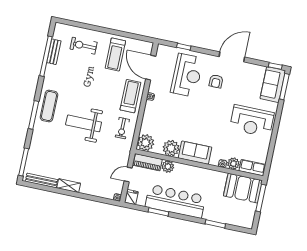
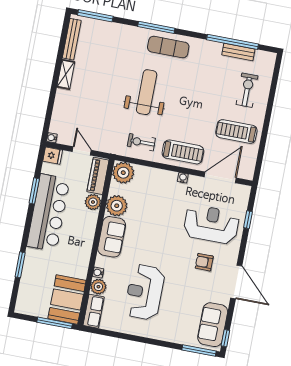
reception desk: (187, 75) -> (211, 224), turned 180
sofa: (273, 85) -> (213, 325), moved, turned -90
reception desk: (252, 121) -> (145, 292), moved

